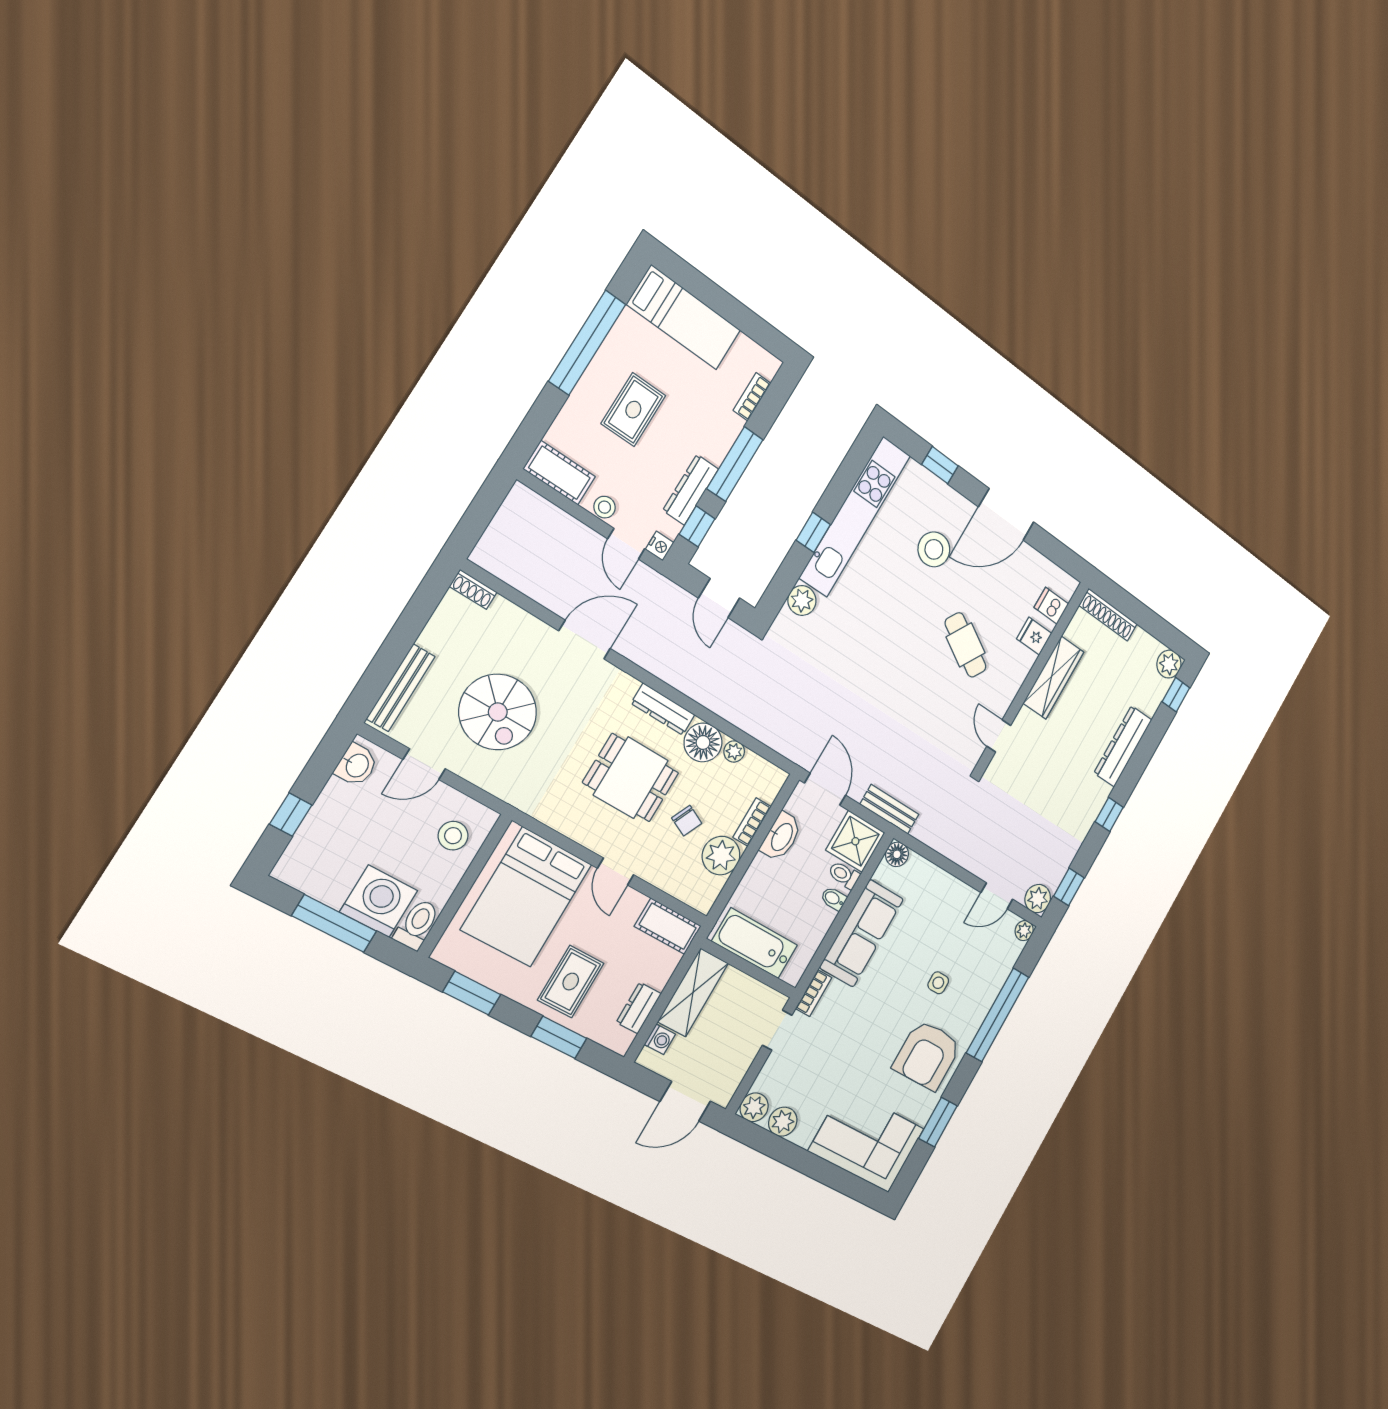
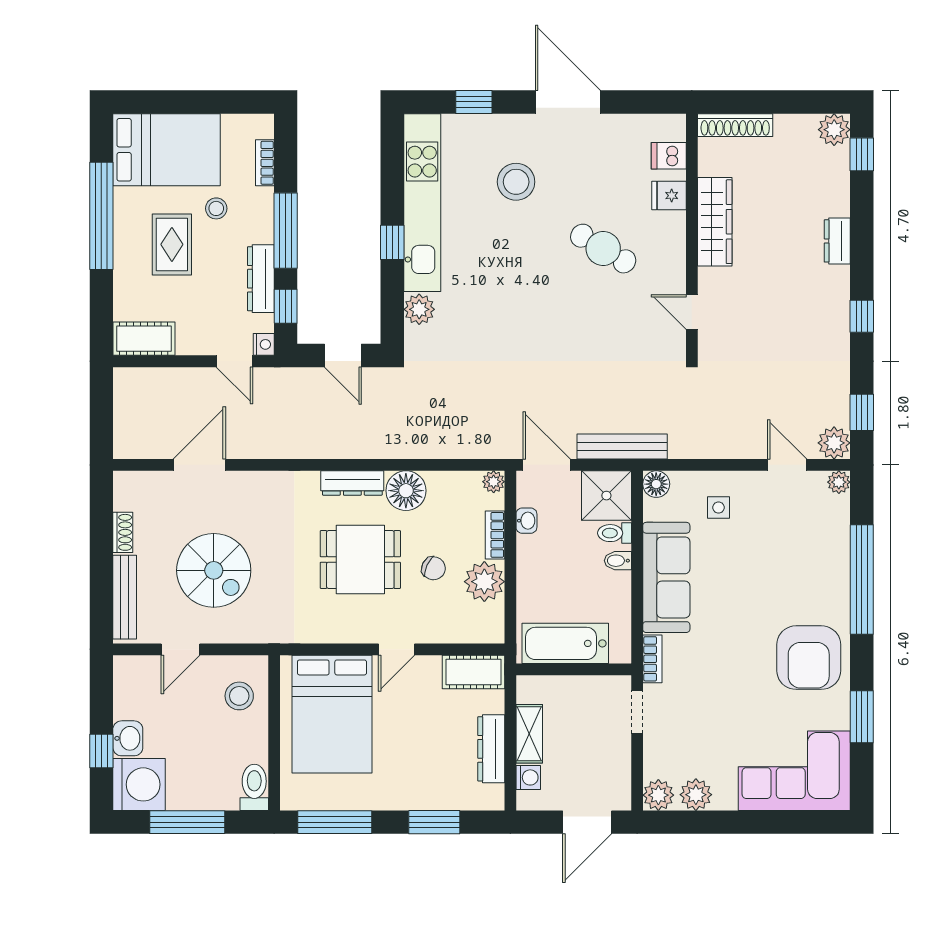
bed: (684, 317) -> (166, 150), width x1.50
stool: (605, 507) -> (216, 208), moved
door: (1006, 514) -> (568, 102), swing flipped
shoe rack: (473, 589) -> (123, 532), moved, turned -90
door: (585, 640) -> (199, 465), moved
dresser: (1123, 746) -> (837, 241), width x0.51, depth x0.80
plant: (734, 751) -> (494, 482), moved
washbasin: (356, 765) -> (128, 738), moved
bench: (889, 809) -> (622, 447), width x1.36
washbasin: (781, 837) -> (526, 521), width x0.52, depth x0.69
door: (616, 872) -> (397, 649), hinge flipped
door: (997, 896) -> (787, 465), swing flipped
washing machine: (379, 901) -> (139, 784), moved, turned 90
rug: (571, 982) -> (415, 767), removed
side table: (938, 983) -> (719, 508), moved
shelving: (693, 992) -> (529, 734), width x0.67, depth x0.75
window: (472, 993) -> (335, 822), width x1.44
dresser: (639, 1008) -> (491, 749), width x1.44

